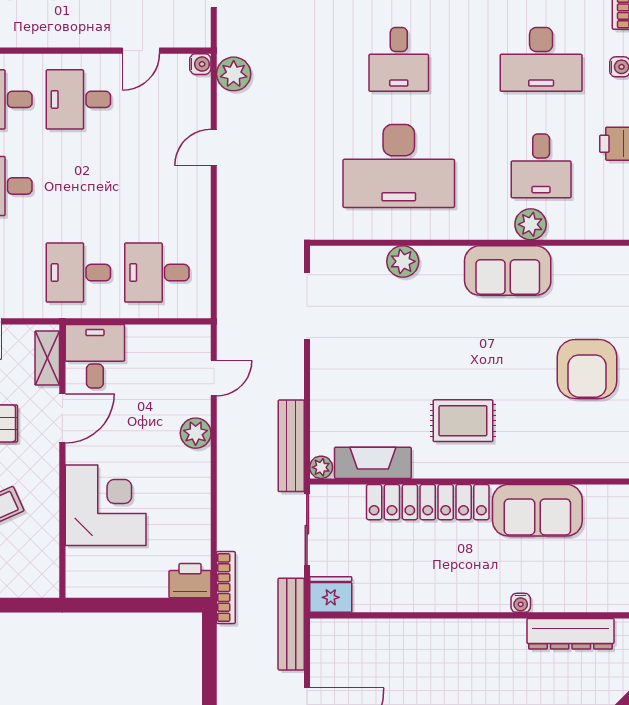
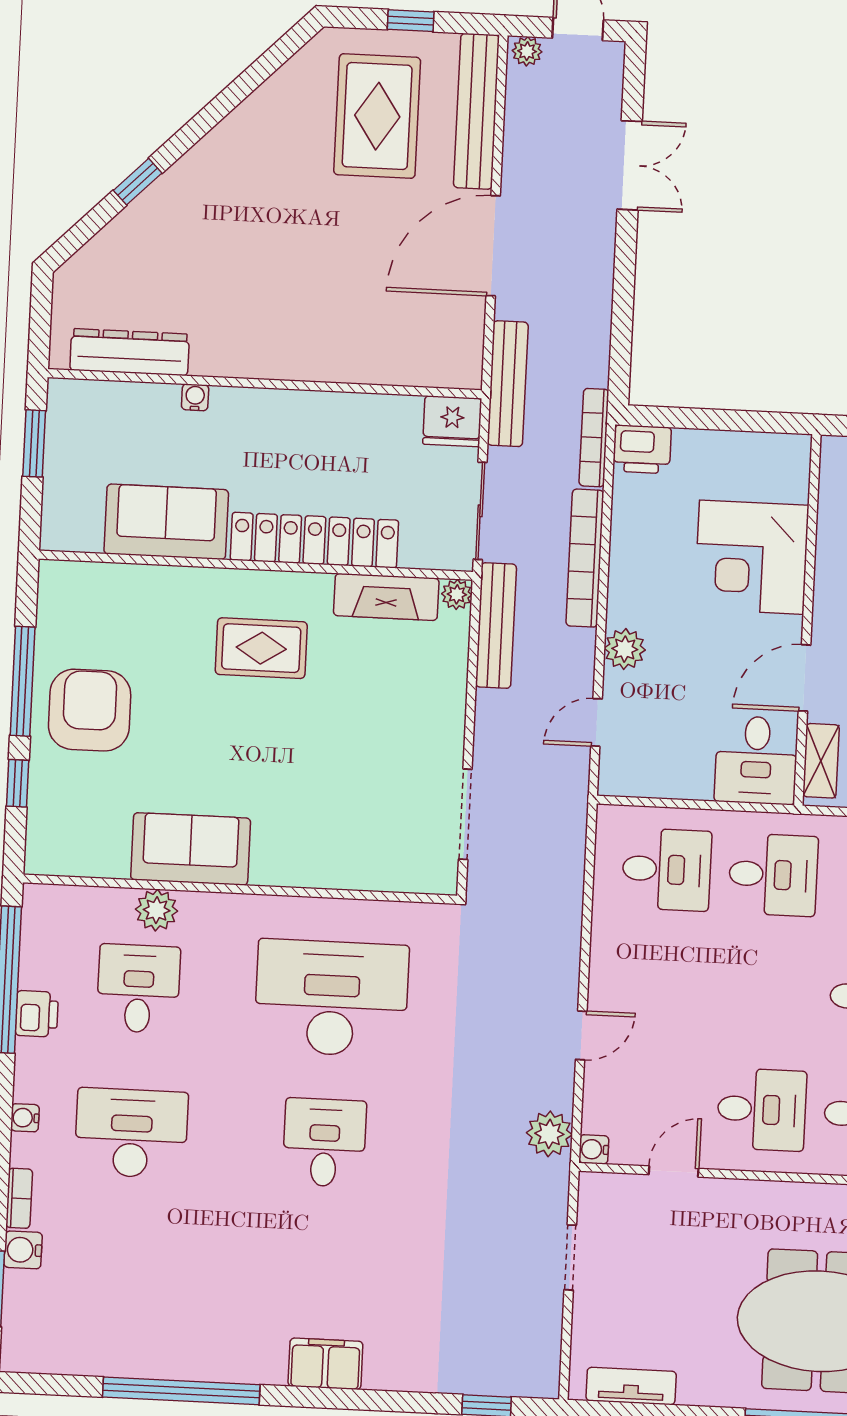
plant: (403, 261) -> (332, 868), removed
bookcase: (228, 499) -> (585, 558), added

